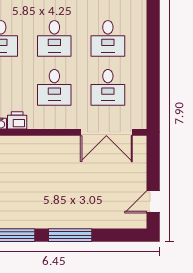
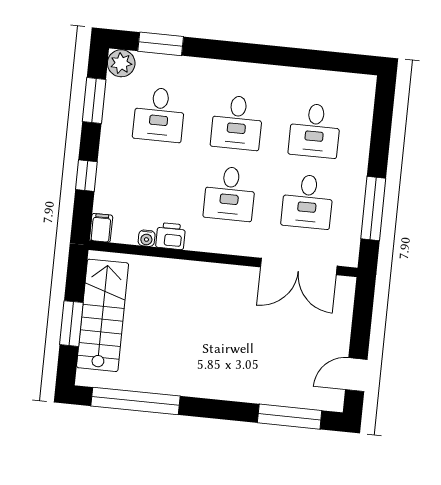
window: (153, 88) -> (373, 209), added
window: (70, 235) -> (290, 417), moved

